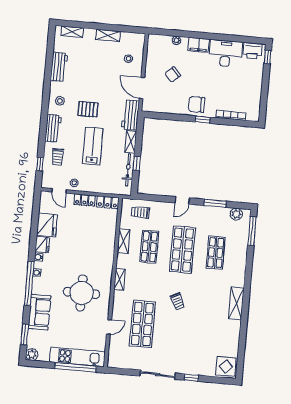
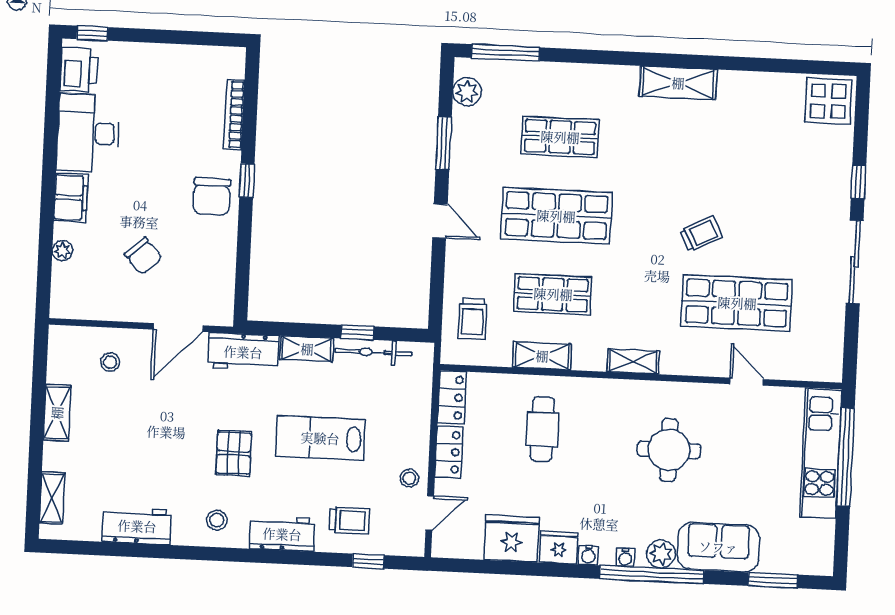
cafe table: (93, 240) -> (542, 429), added
round table: (82, 293) -> (669, 450), width x0.73, depth x0.73
trolley: (178, 301) -> (701, 234), moved
plant: (32, 355) -> (661, 554), moved

